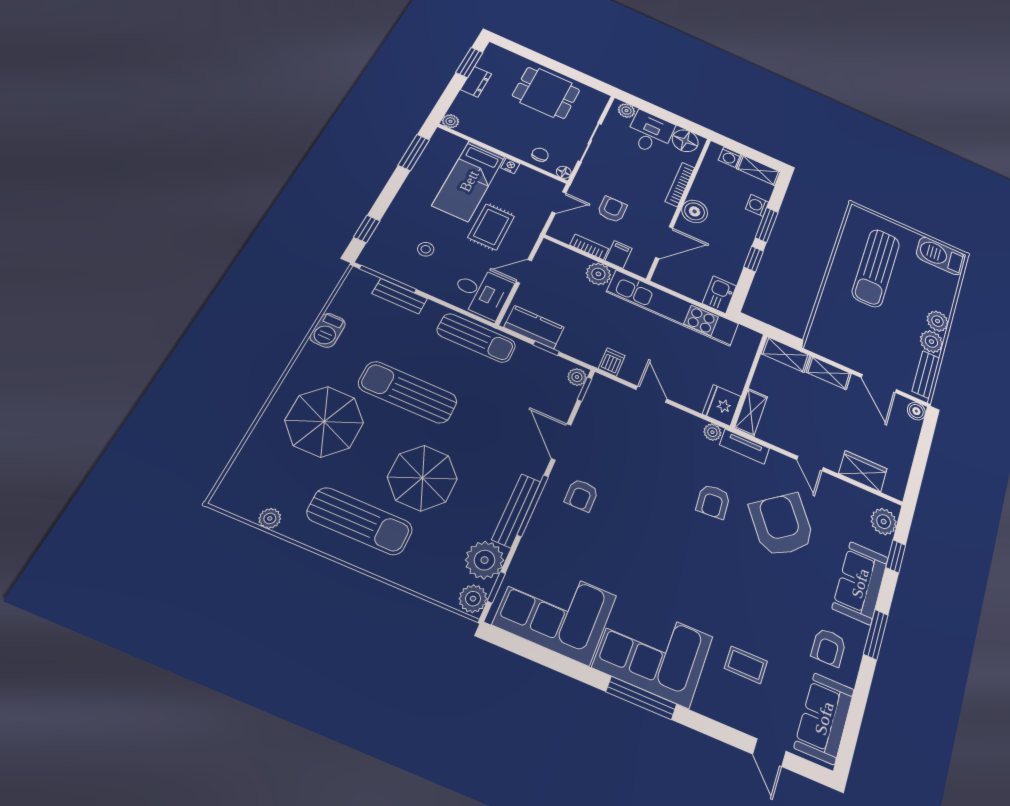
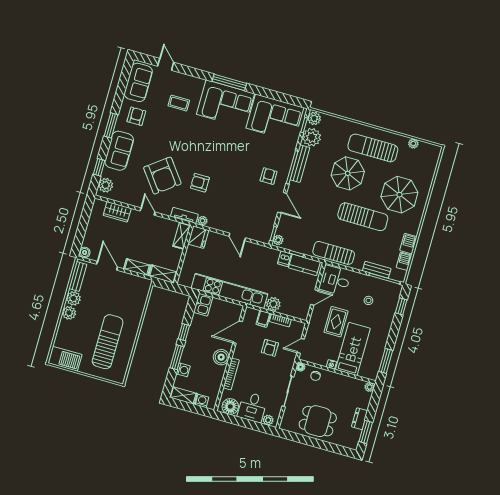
barbecue: (344, 301) -> (404, 261), added
dishwasher: (612, 362) -> (284, 259), moved
armchair: (713, 501) -> (200, 183), turned -86

